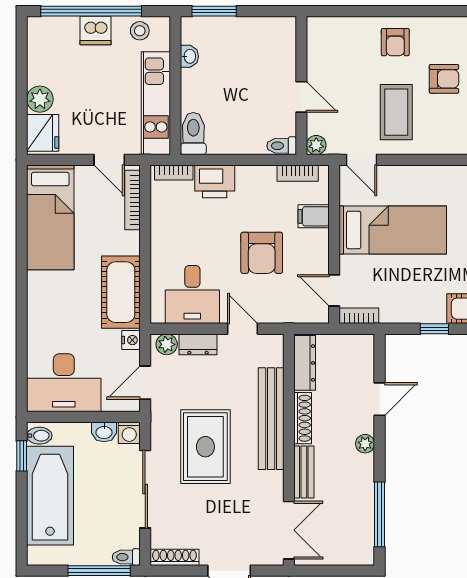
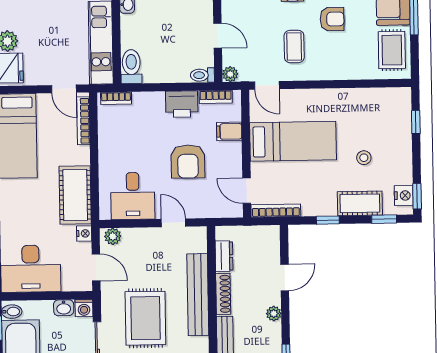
coffee table: (396, 112) -> (294, 47), width x0.73, depth x0.77
printer: (215, 181) -> (182, 104), moved
bookcase: (359, 316) -> (276, 211), width x1.56
dresser: (198, 344) -> (138, 236), removed
dresser: (305, 363) -> (224, 256), width x0.70
door: (145, 383) -> (96, 267), swing flipped

